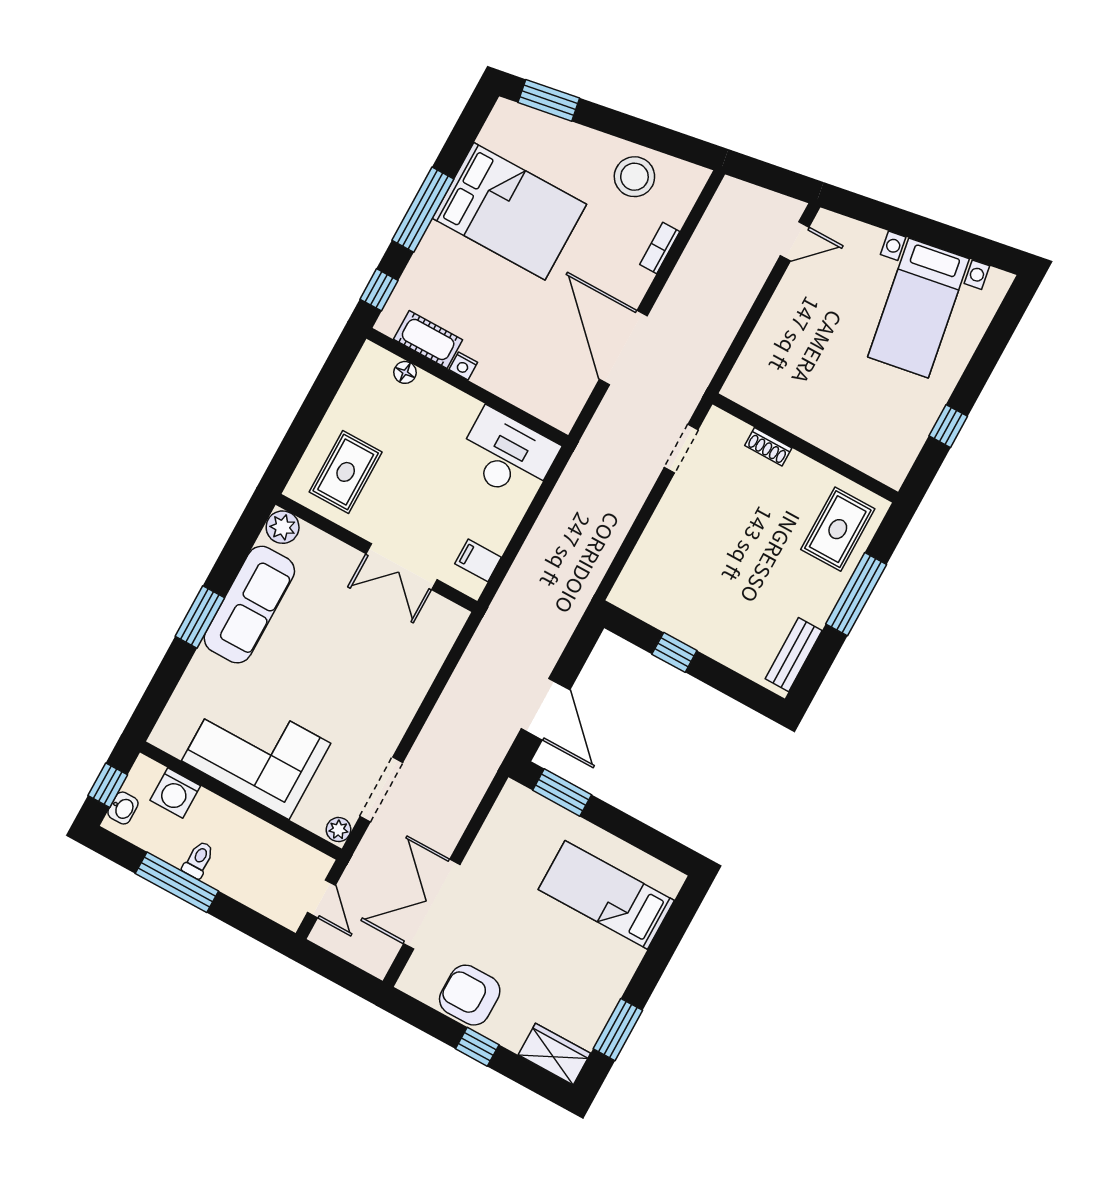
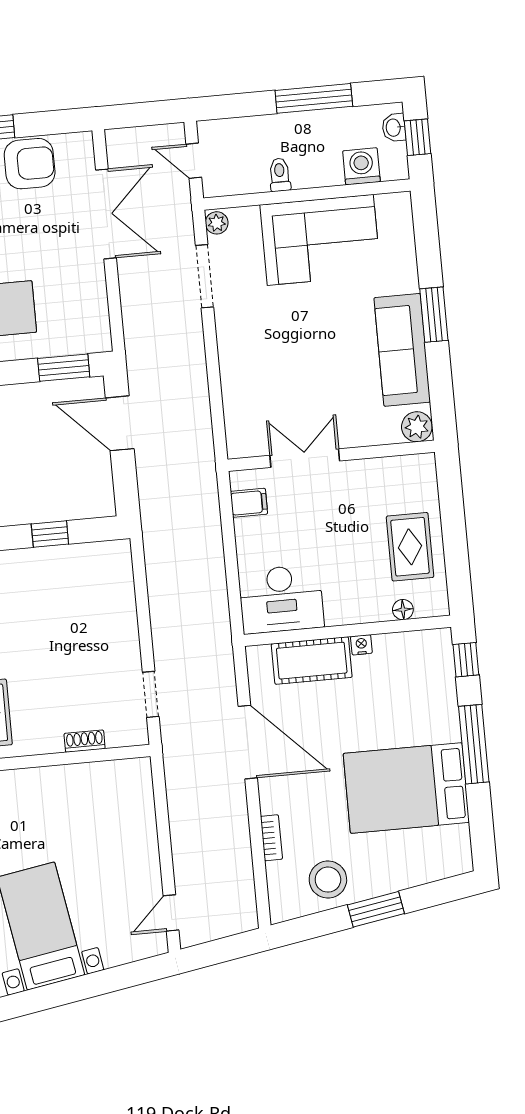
window: (549, 100) -> (376, 909), moved
cot: (428, 339) -> (312, 661), moved, width x1.37, depth x1.34
rug: (346, 472) -> (410, 547), moved
toilet: (198, 860) -> (280, 175), moved, turned 180

